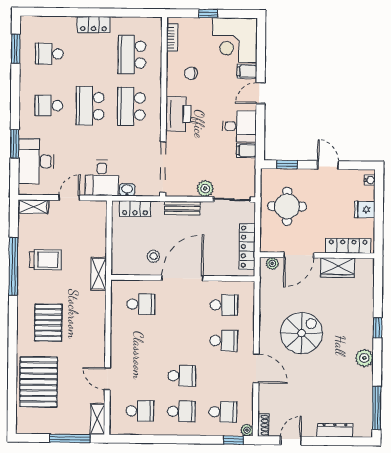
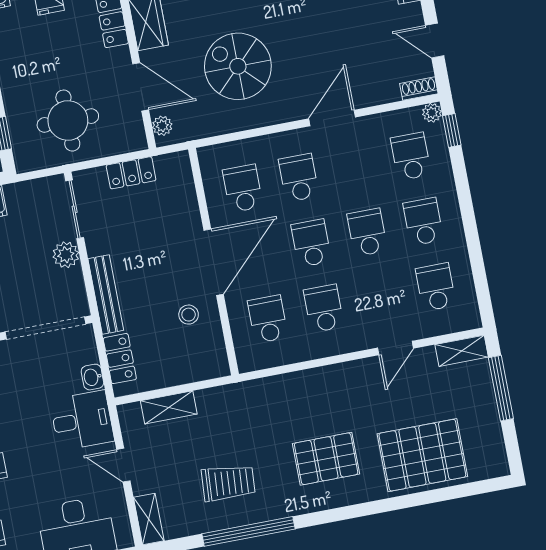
bench: (182, 208) -> (106, 294), width x1.36
locker: (247, 247) -> (131, 173), width x0.66
trolley: (46, 260) -> (228, 483), turned 94
shelving: (99, 274) -> (169, 407), moved
door: (182, 278) -> (214, 262), swing flipped
spiral stairs: (302, 333) -> (238, 66), moved
school desk: (141, 340) -> (324, 308), added
school desk: (182, 340) -> (311, 243), added

